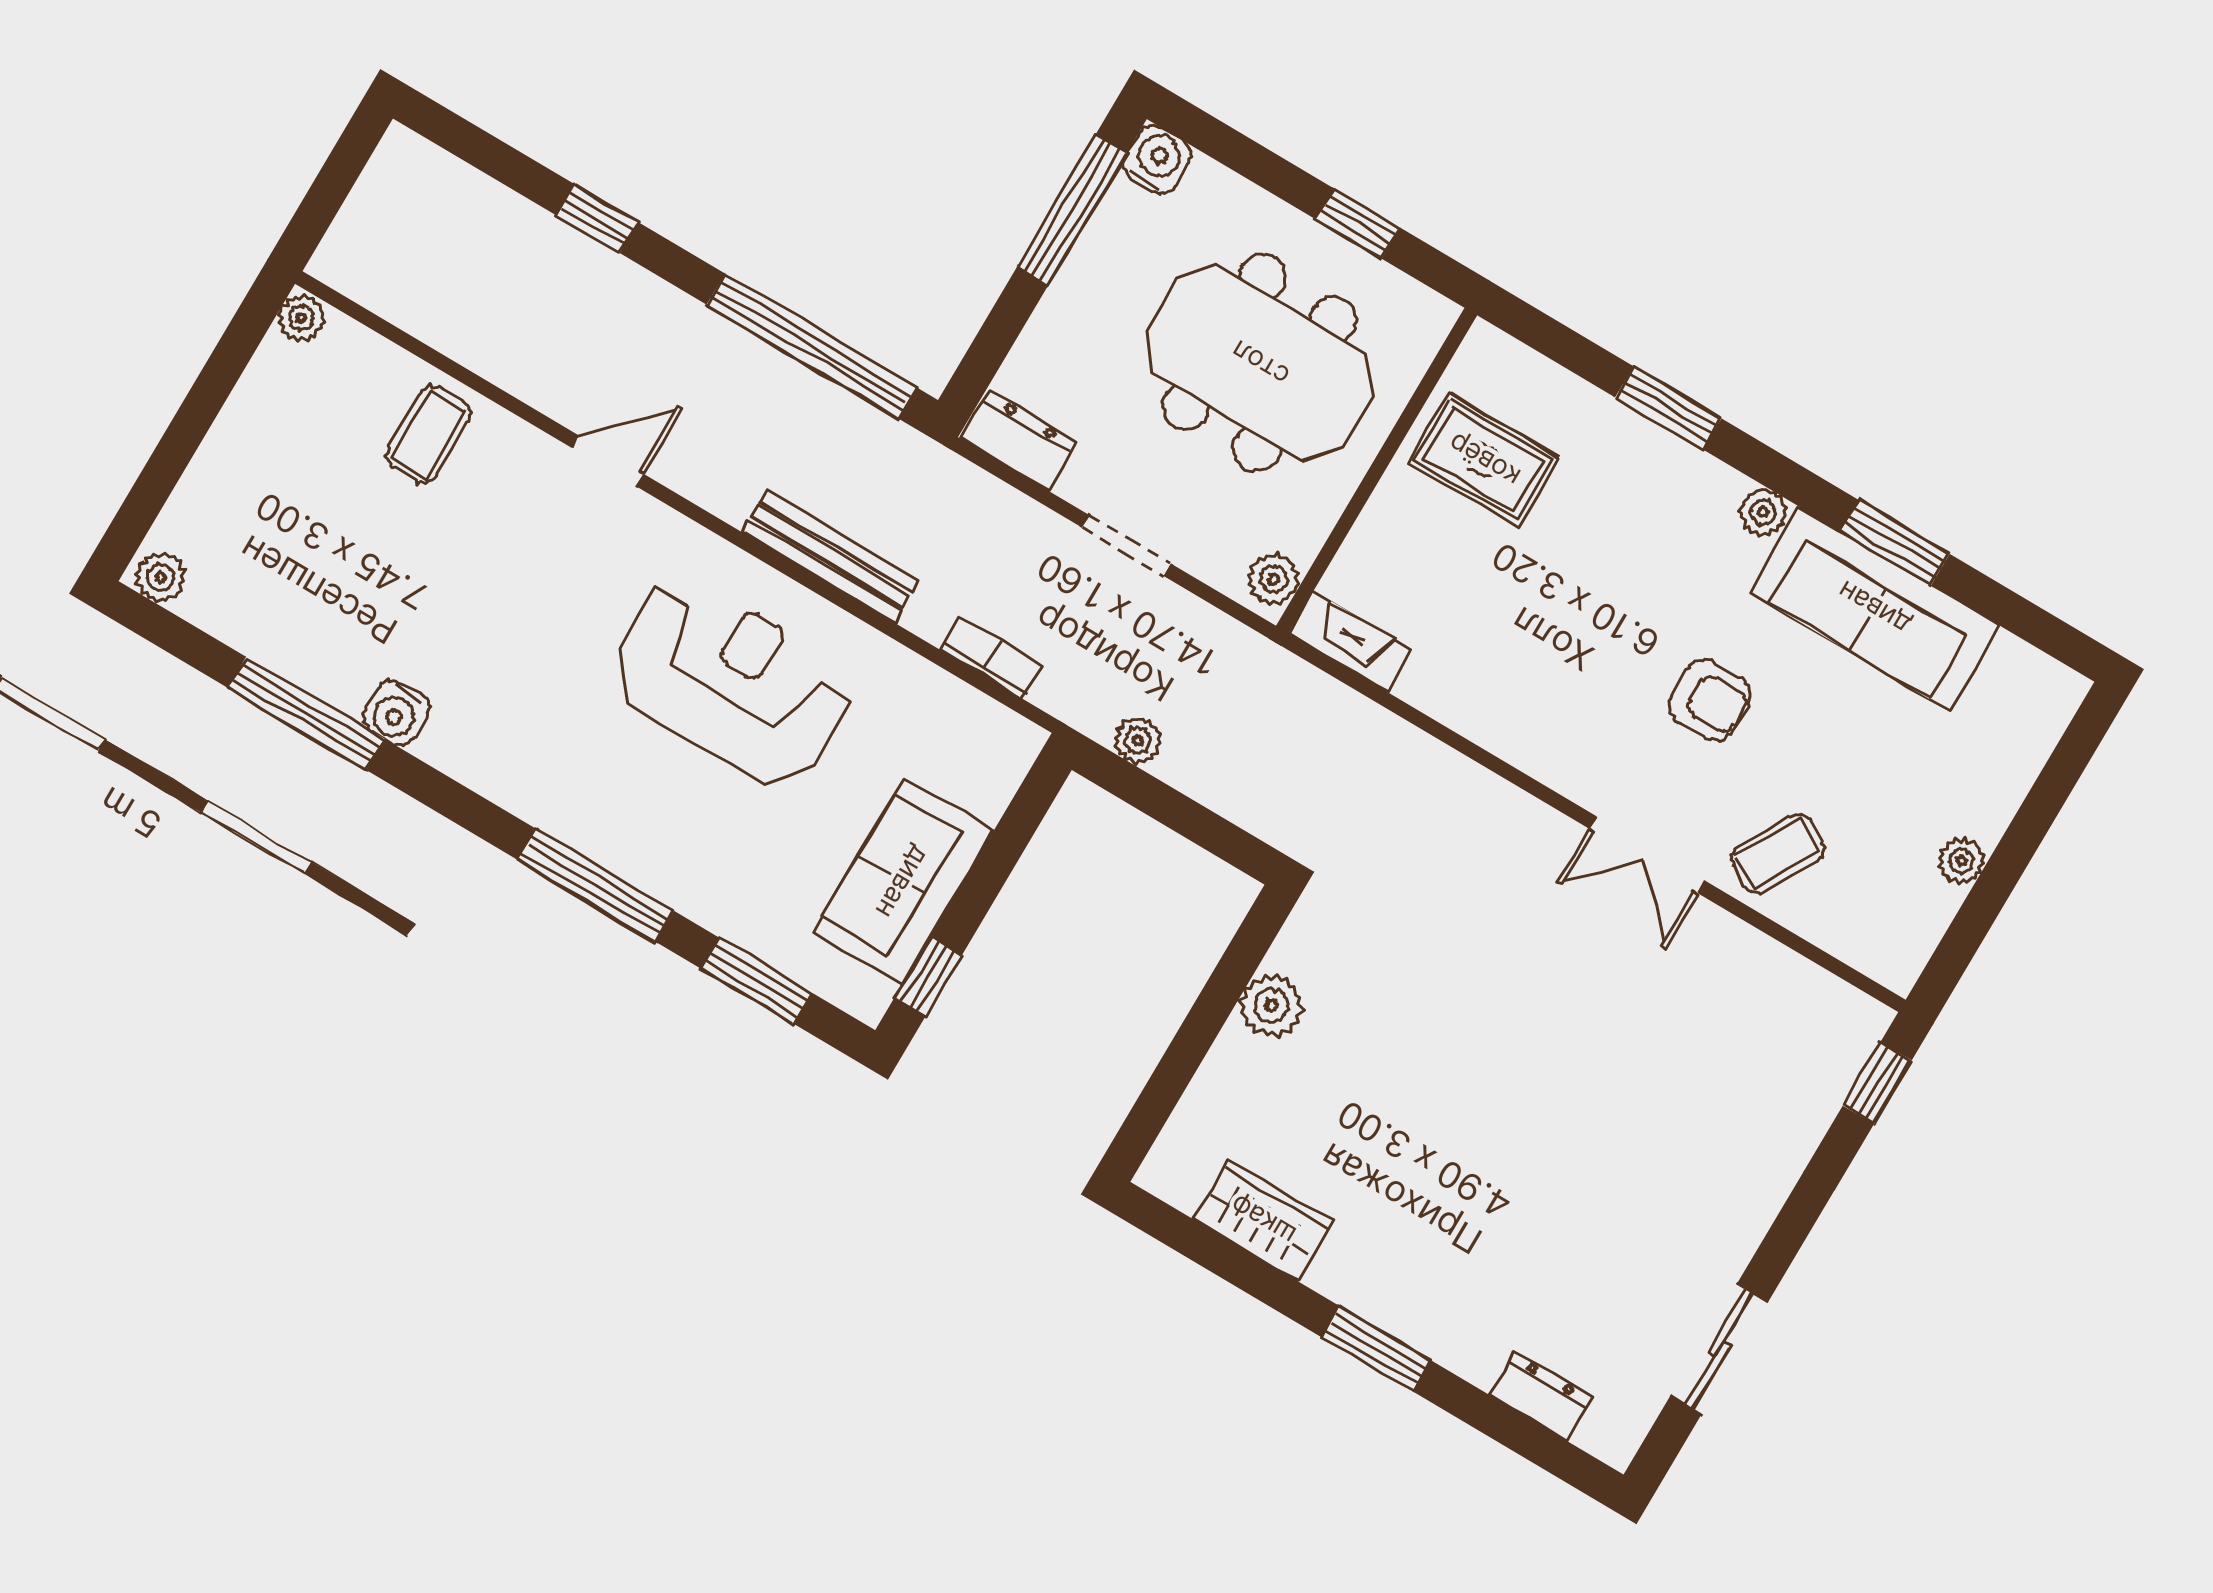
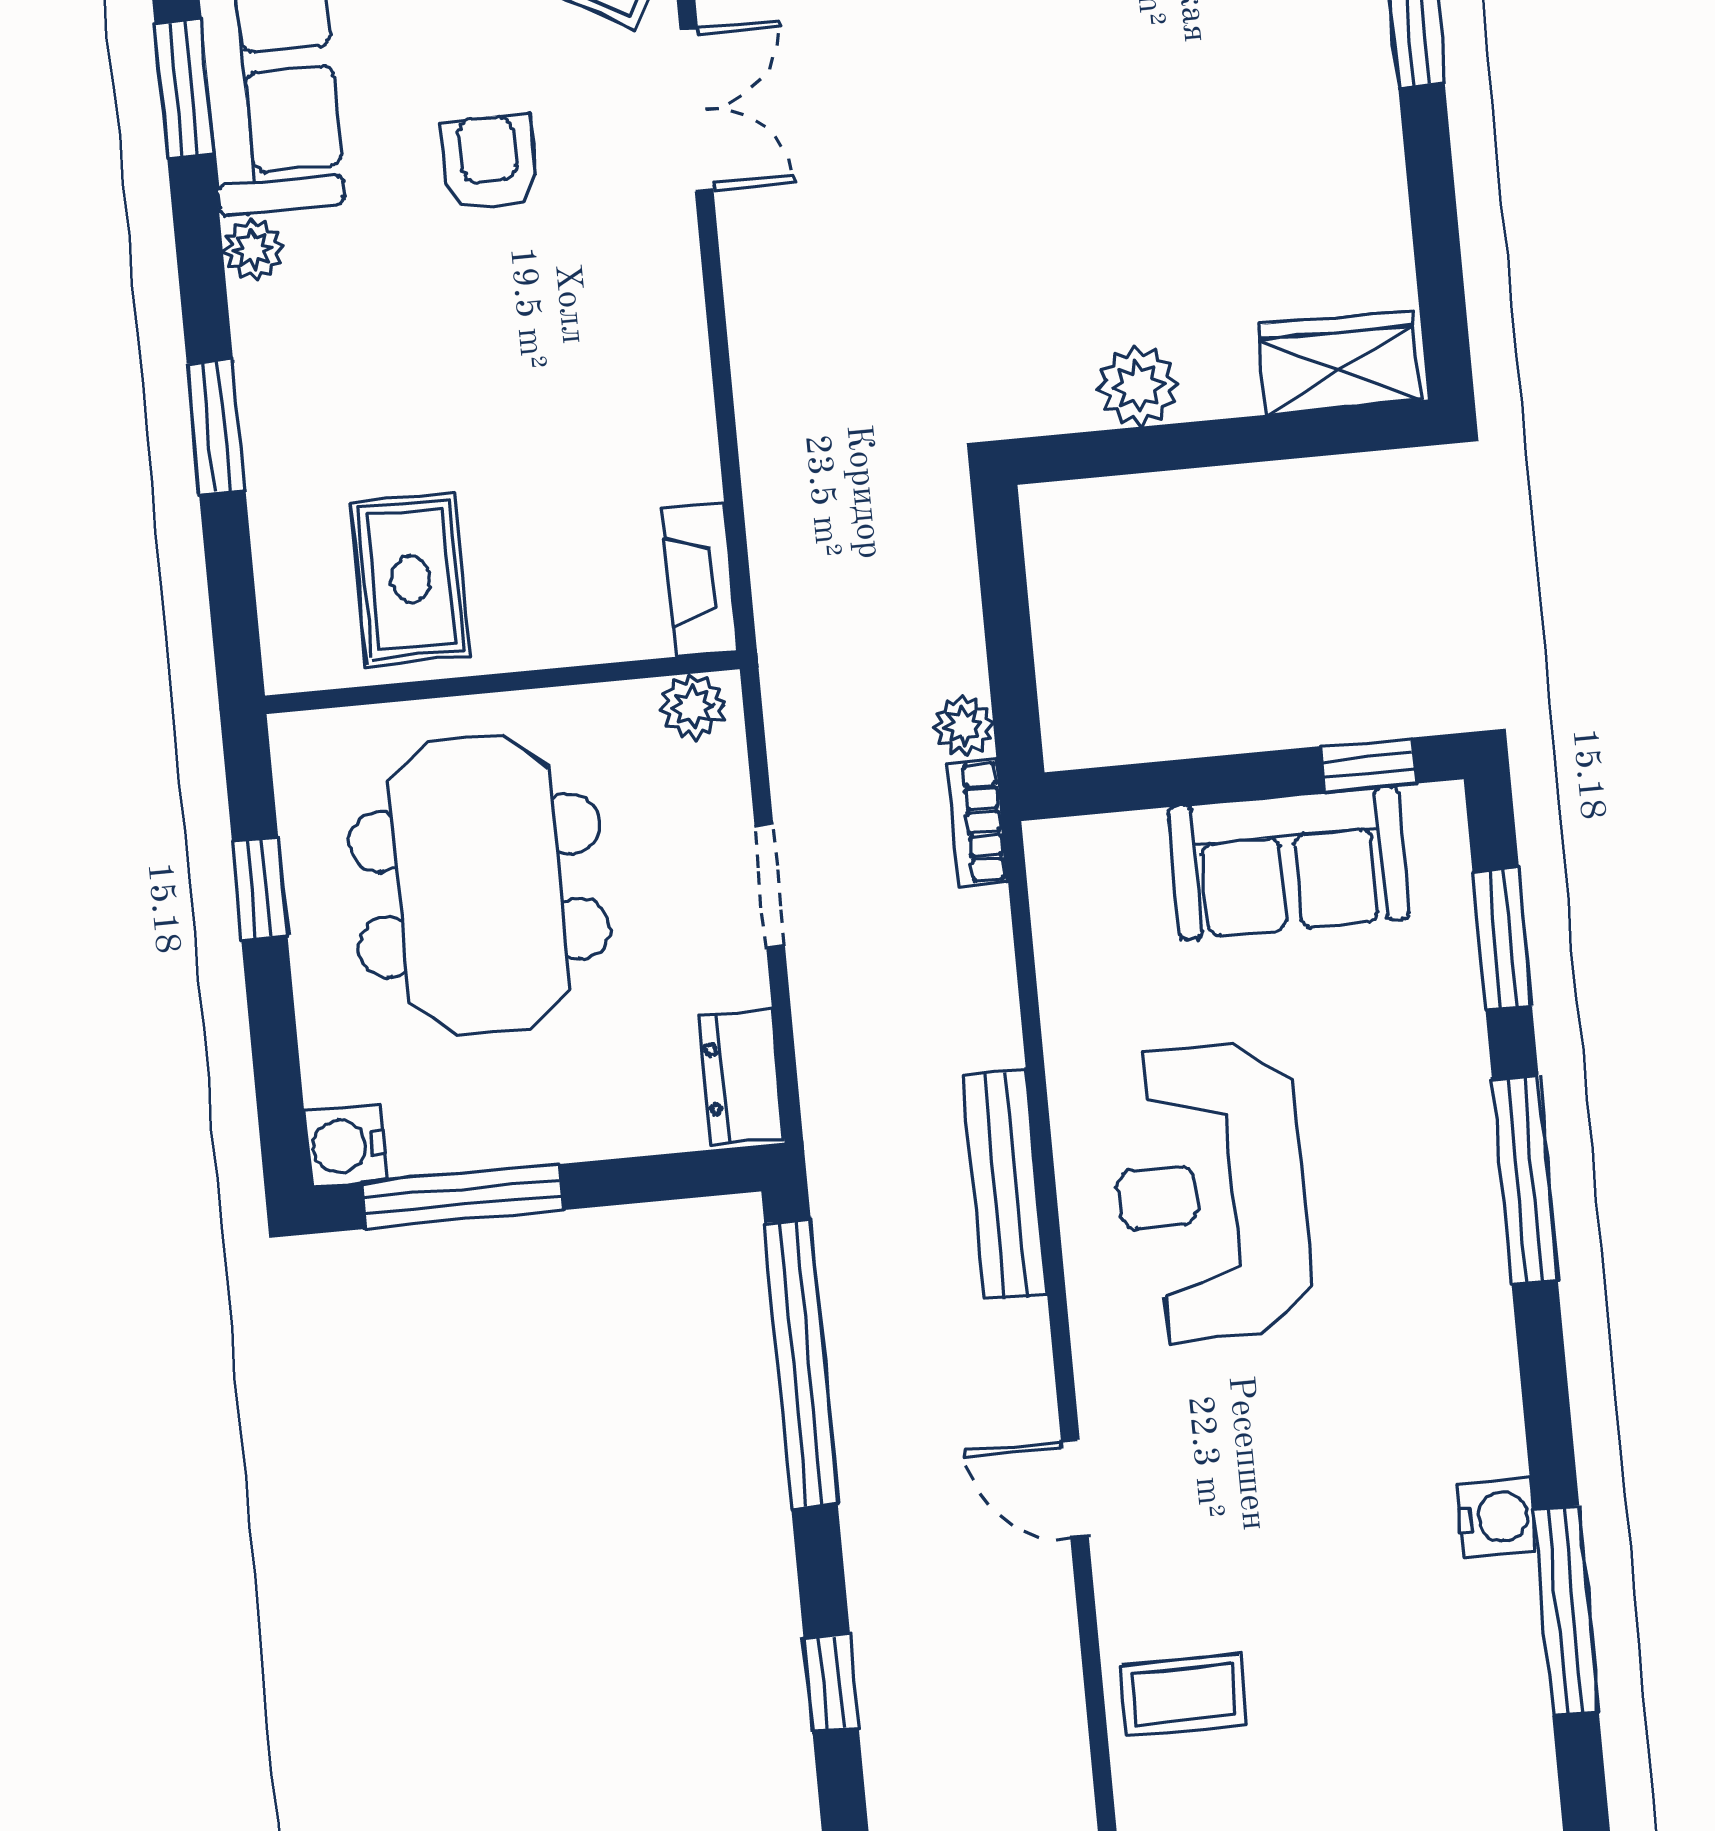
bookcase: (991, 658) -> (978, 822), moved
wardrobe: (1263, 1220) -> (1339, 363), moved, turned 90

